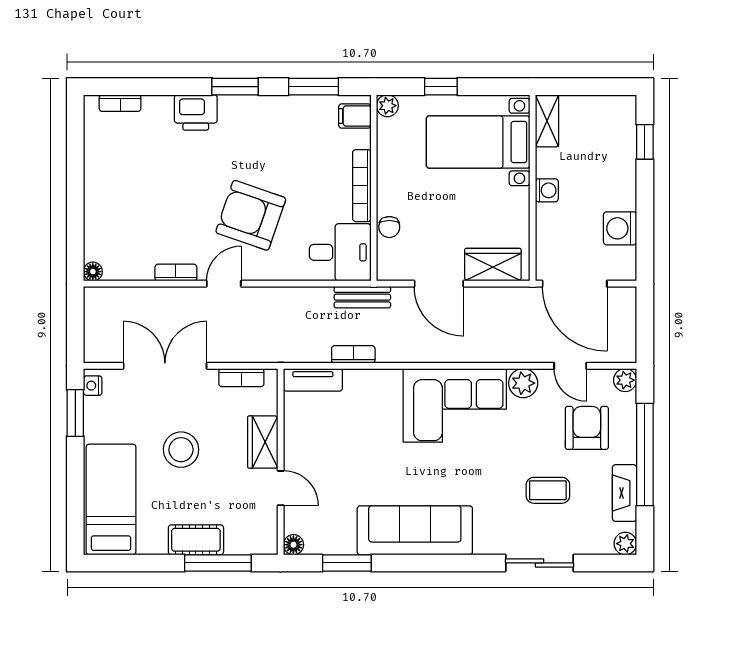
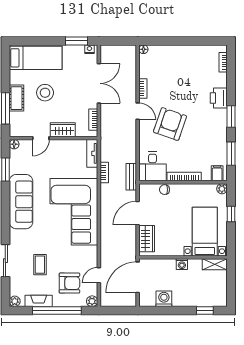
plant: (523, 383) -> (91, 253), removed
corner sofa: (455, 405) -> (74, 212), width x1.36, depth x1.36
stool: (181, 450) -> (45, 93), moved

